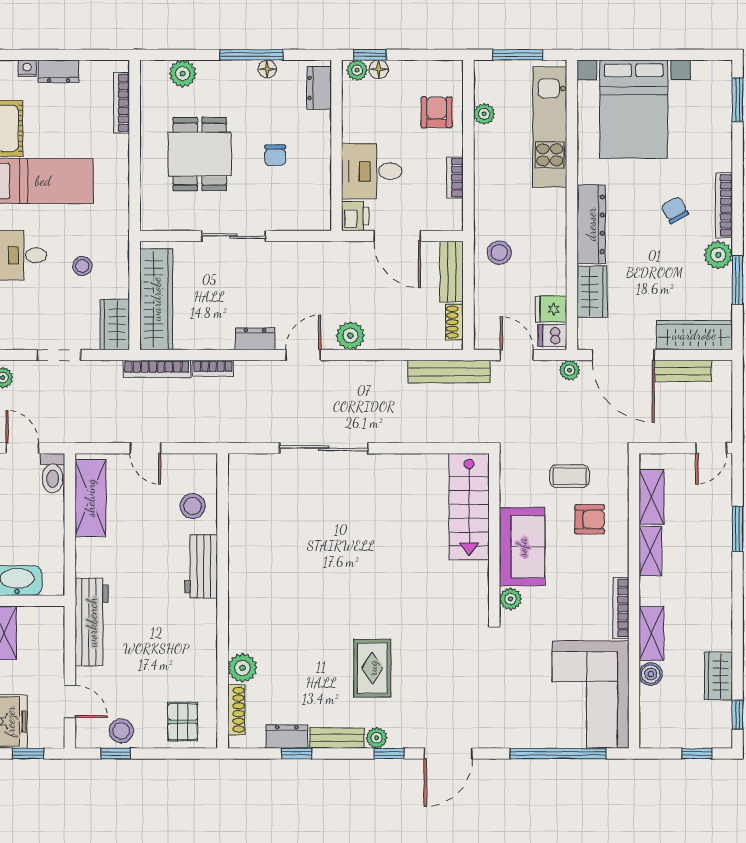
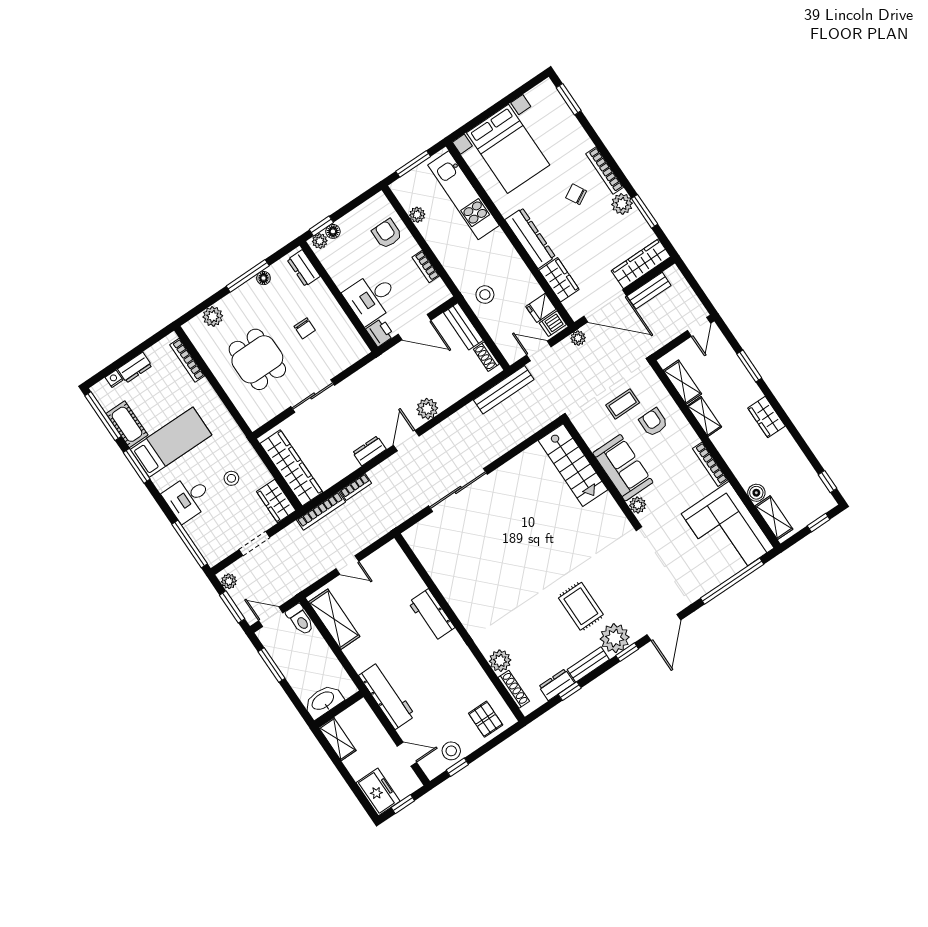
stool: (193, 506) -> (401, 581), removed
armchair: (590, 519) -> (653, 422), turned -90
shelving: (651, 633) -> (774, 518), moved
wardrobe: (718, 676) -> (766, 417), moved
plant: (377, 738) -> (615, 638), width x1.88, depth x1.88

